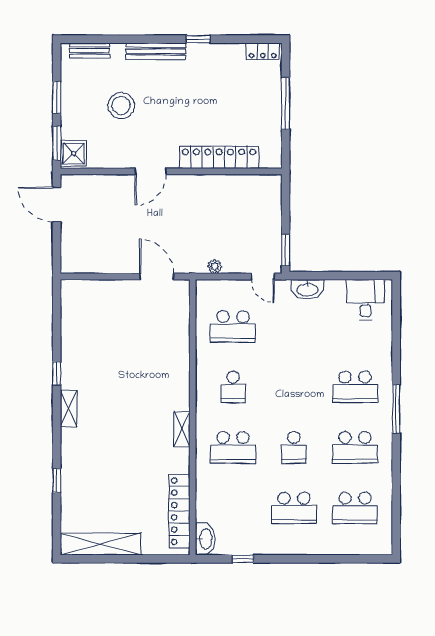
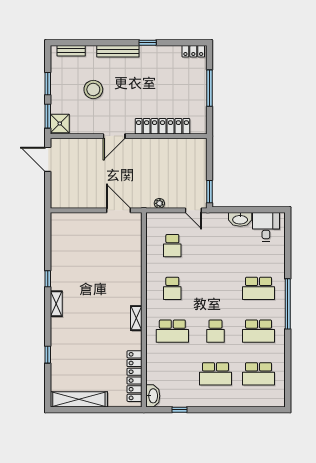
washbasin: (308, 289) -> (240, 219), moved
school desk: (233, 326) -> (172, 246), width x0.54
window: (396, 409) -> (288, 304), width x1.46

